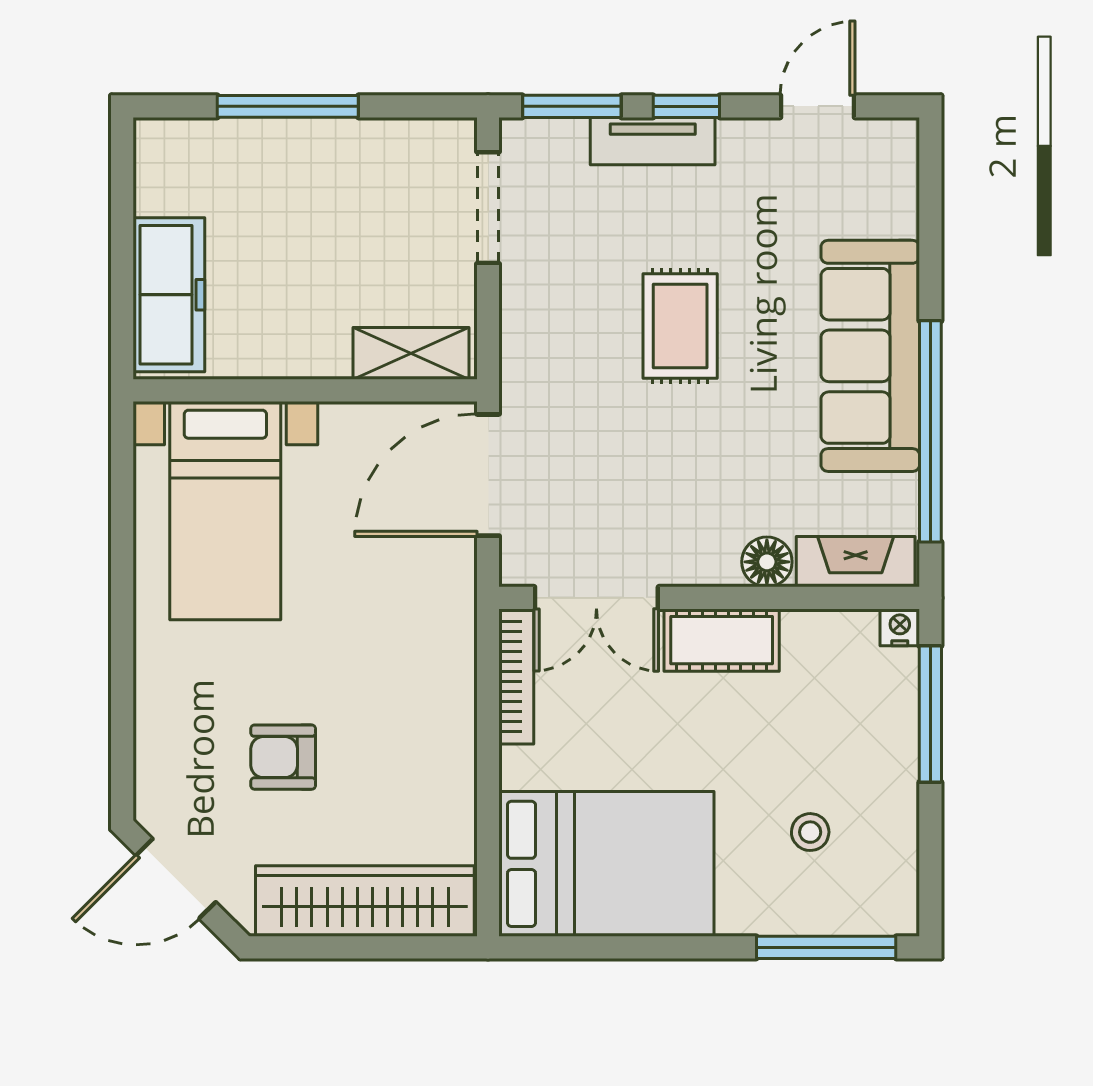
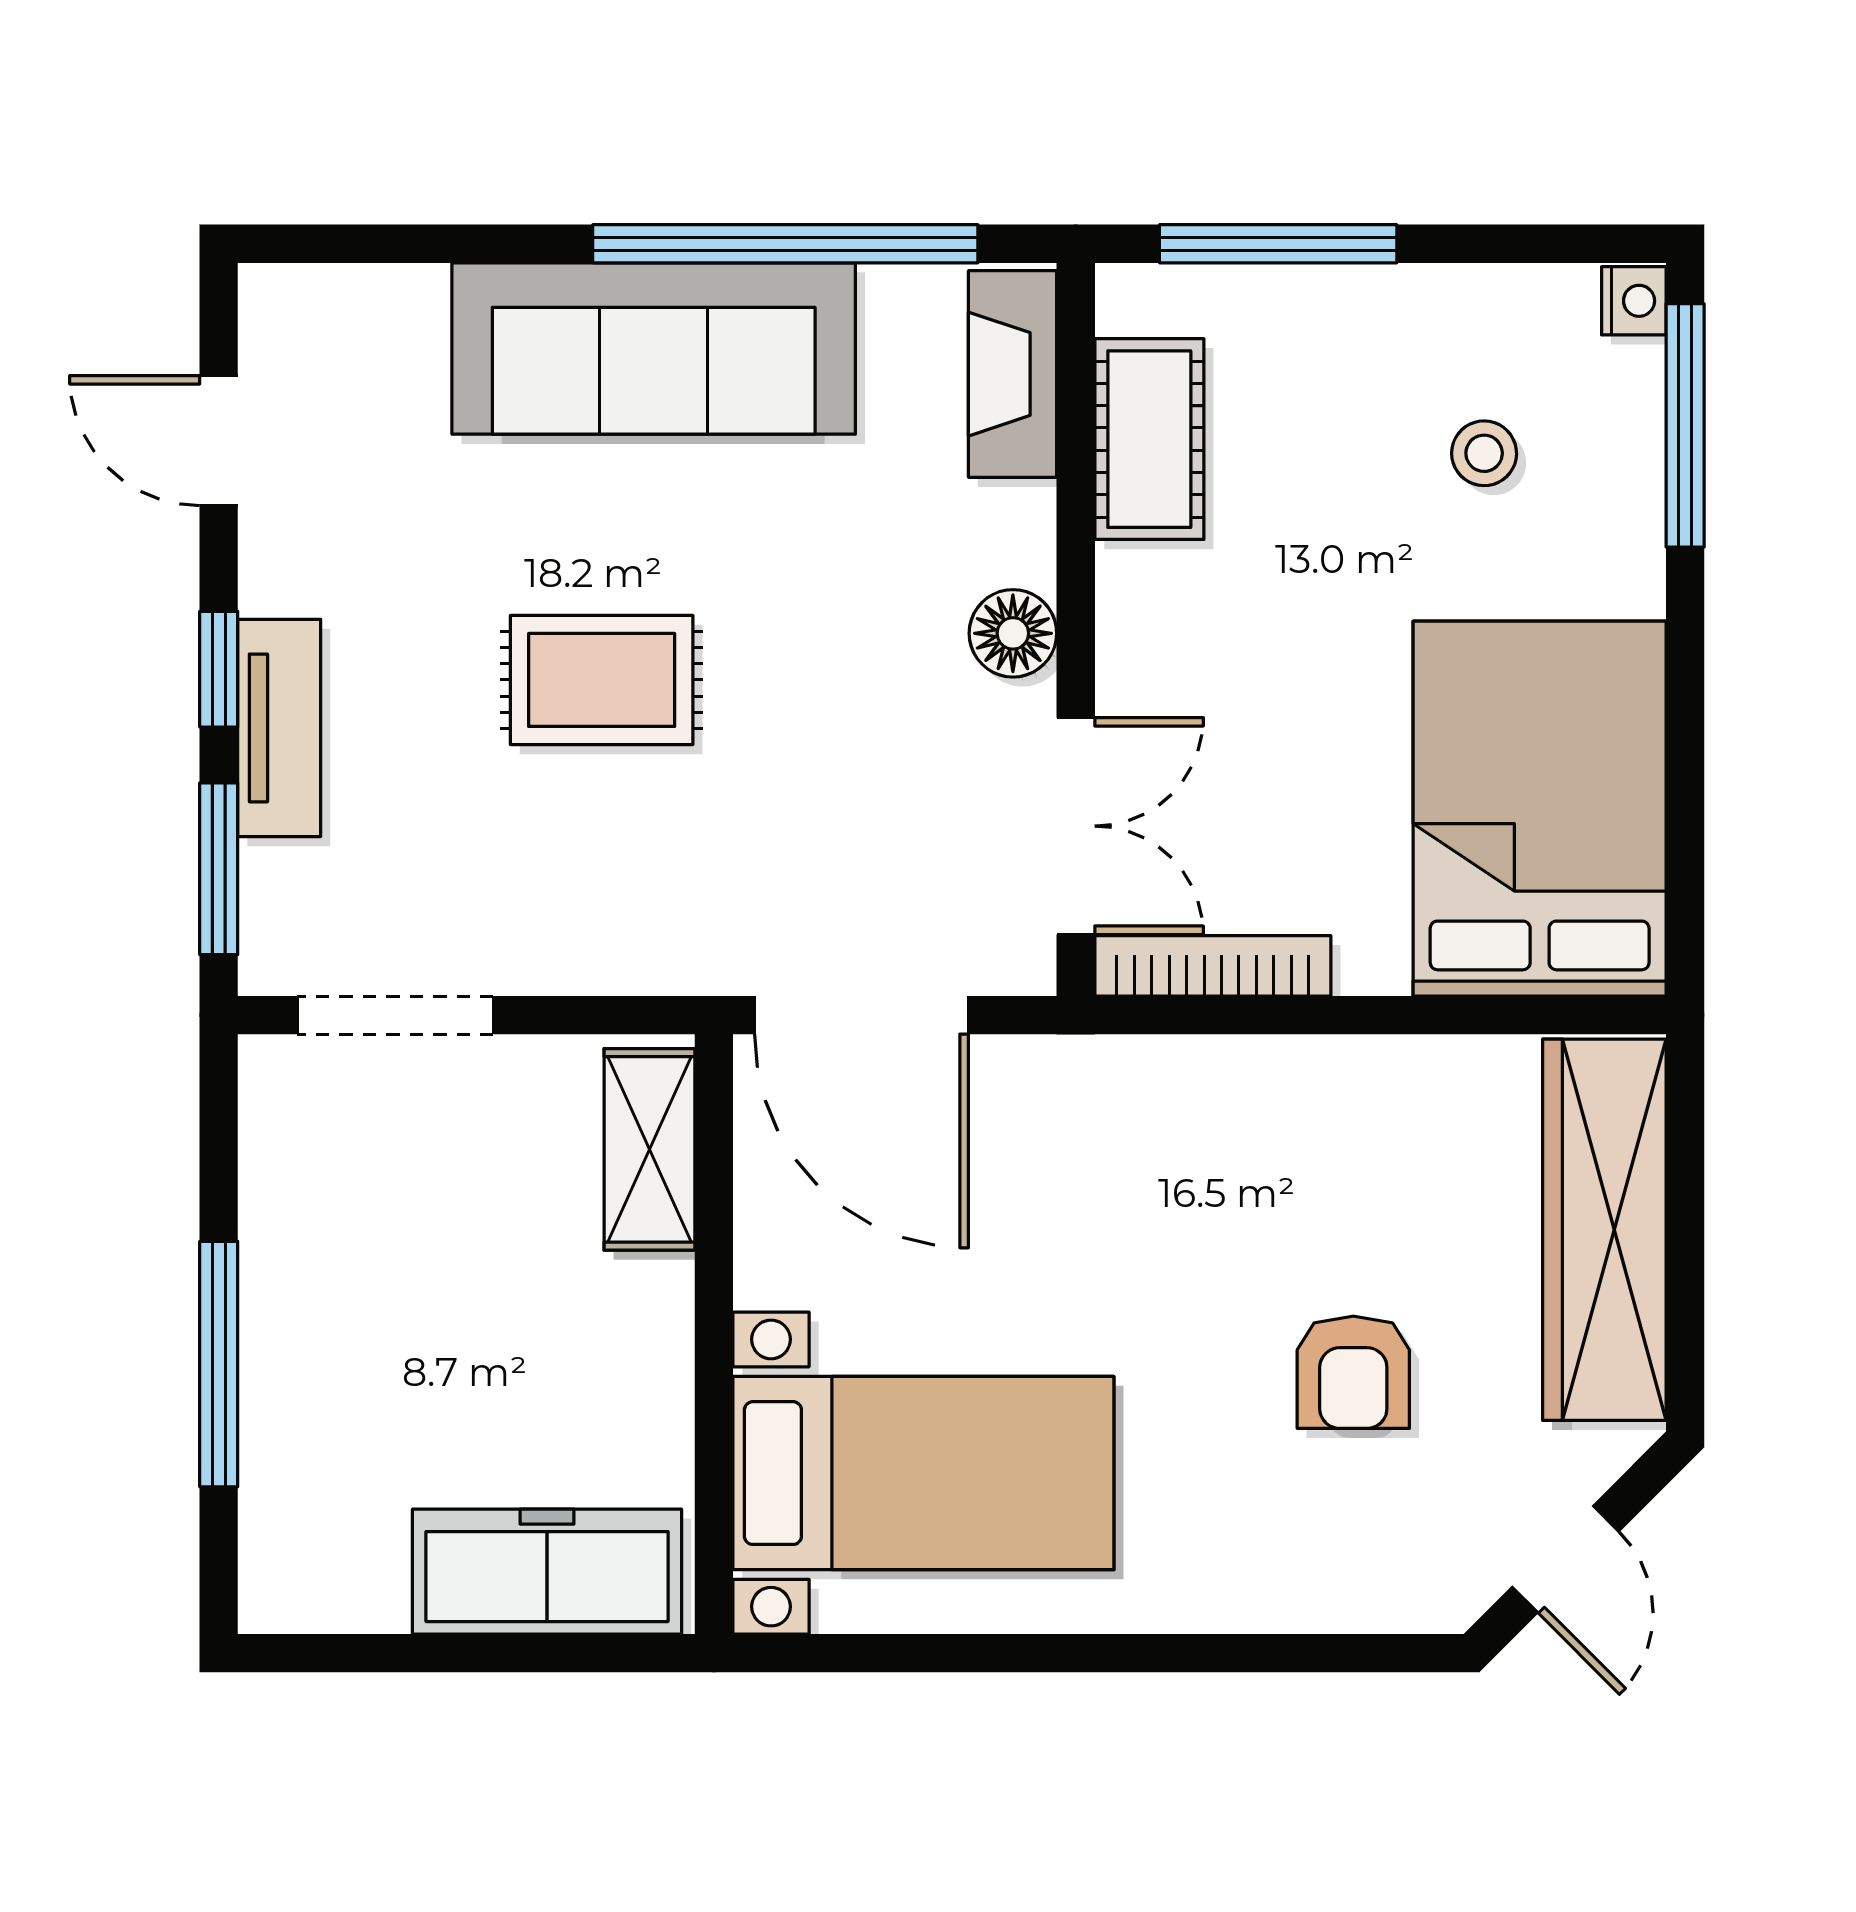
floor lamp: (767, 562) -> (1013, 633), moved
nightstand: (900, 627) -> (1634, 301), moved, turned 180
cot: (722, 640) -> (1149, 439), moved
door: (176, 879) -> (1565, 1559), width x0.73

